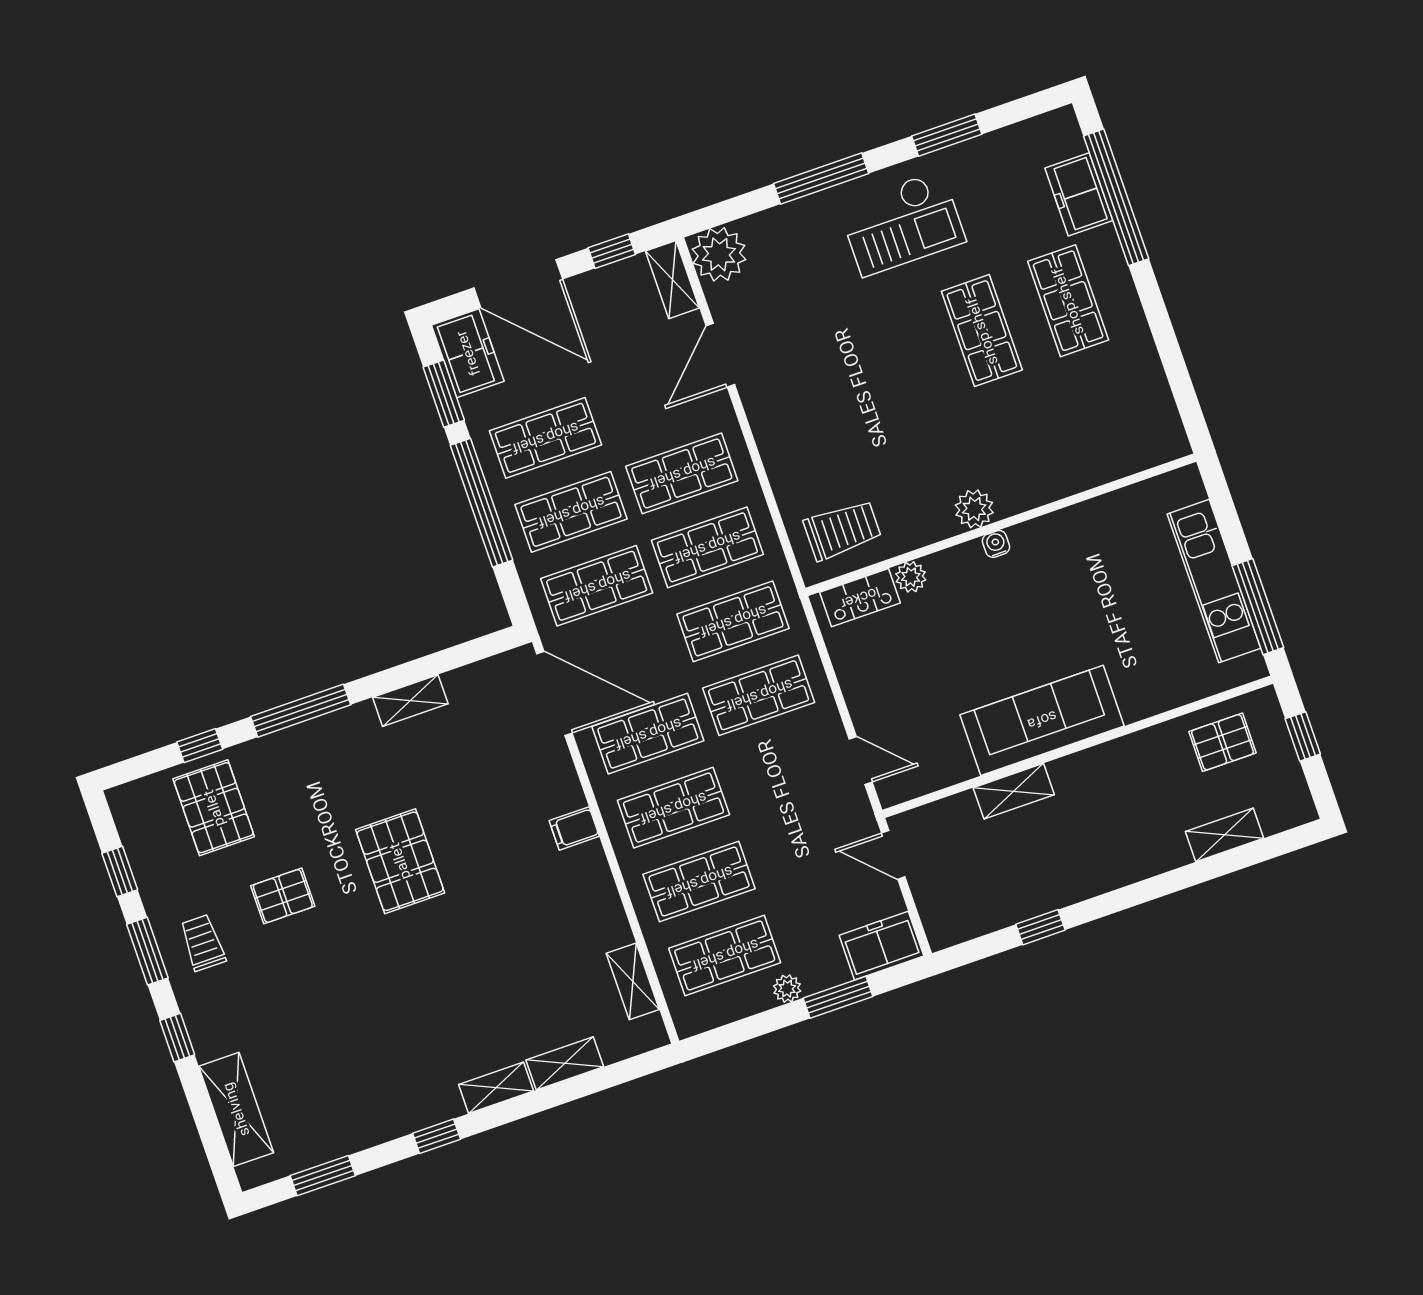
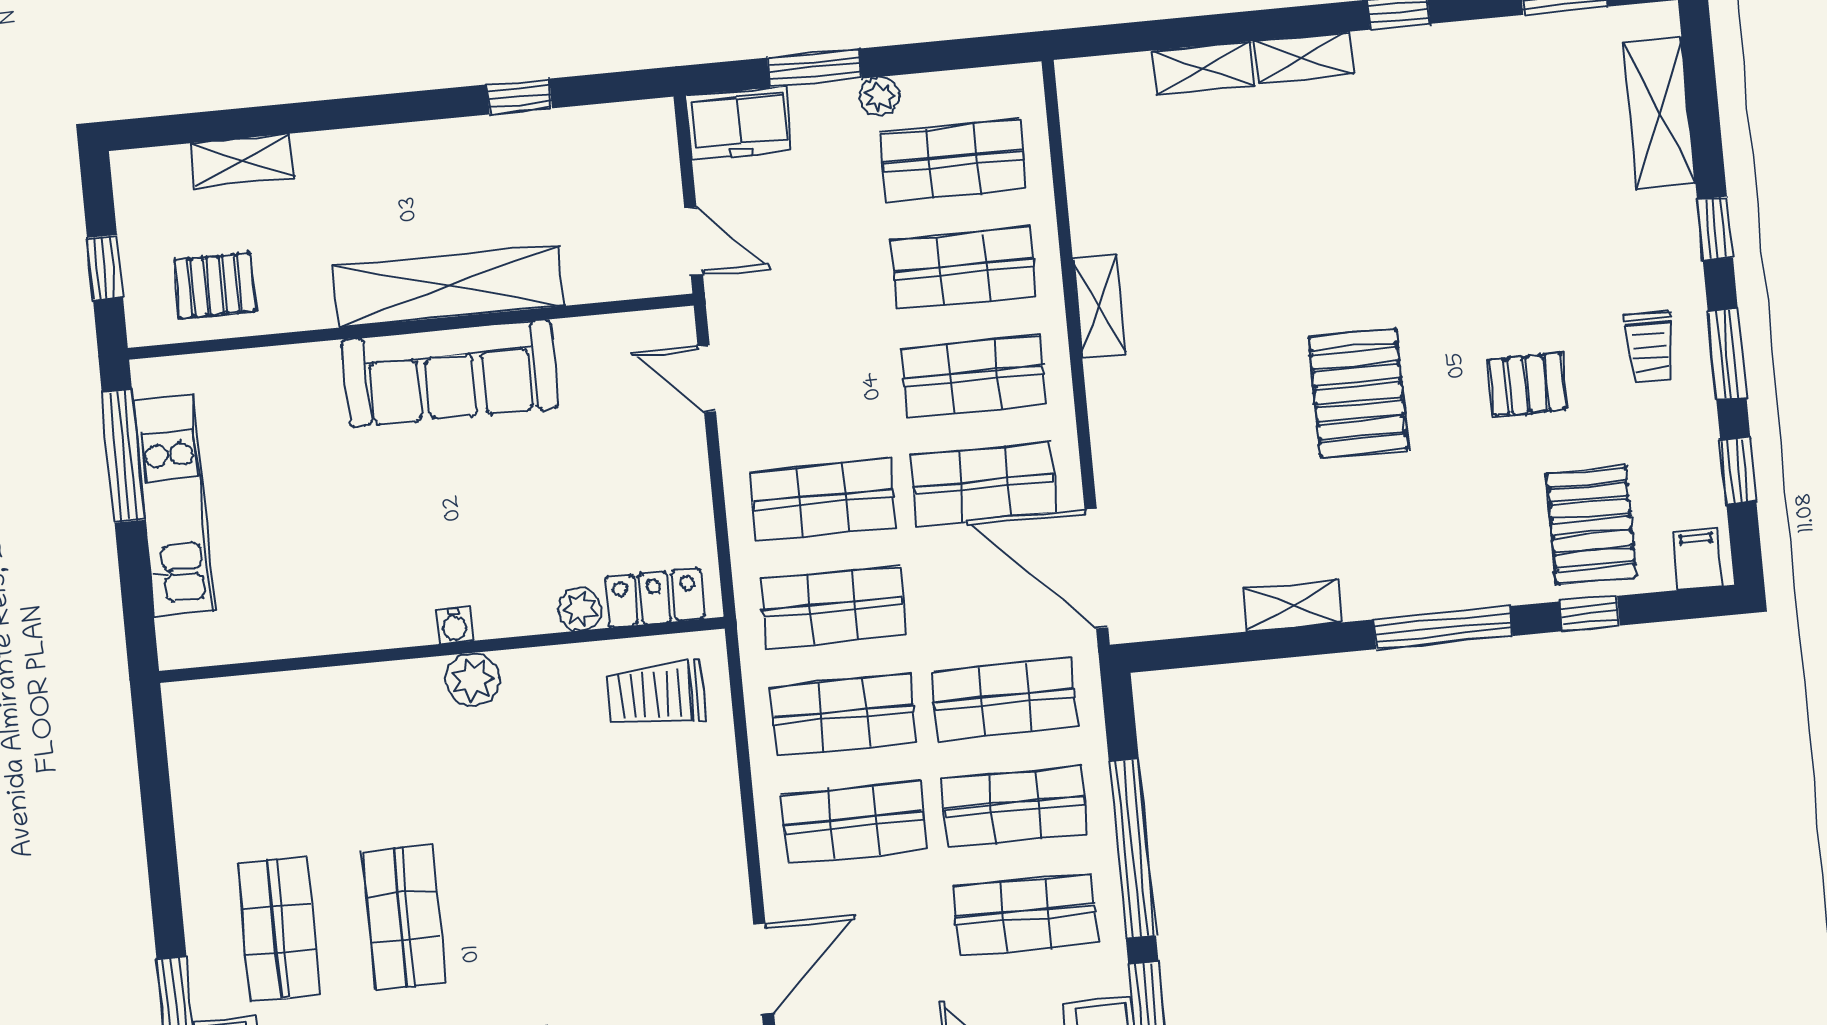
shelving: (1014, 791) -> (449, 286), width x2.20, depth x1.33
filing cabinet: (574, 828) -> (1697, 559), moved, turned -90
shelving: (633, 981) -> (1099, 307), moved

